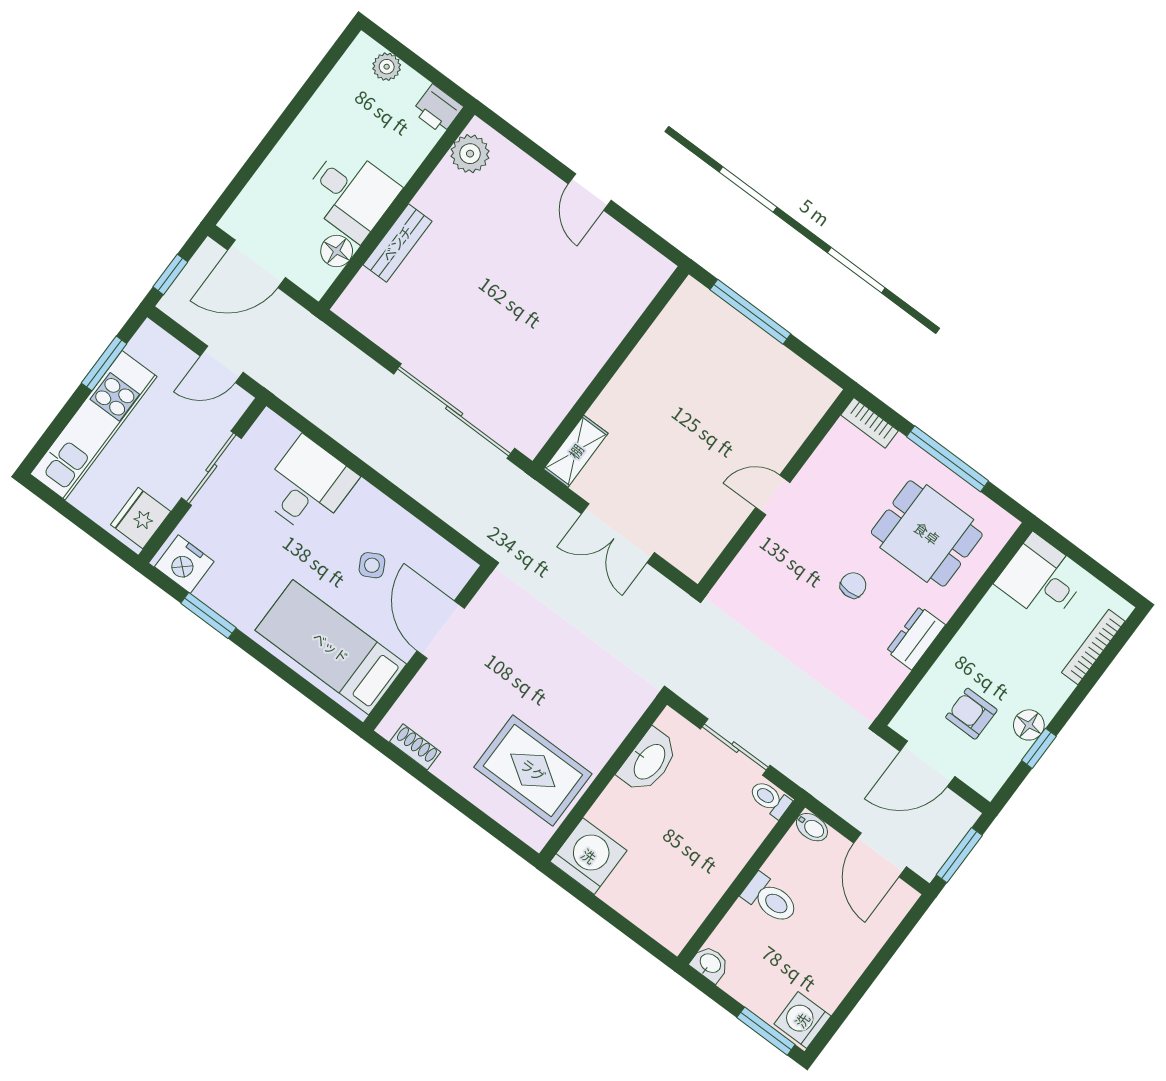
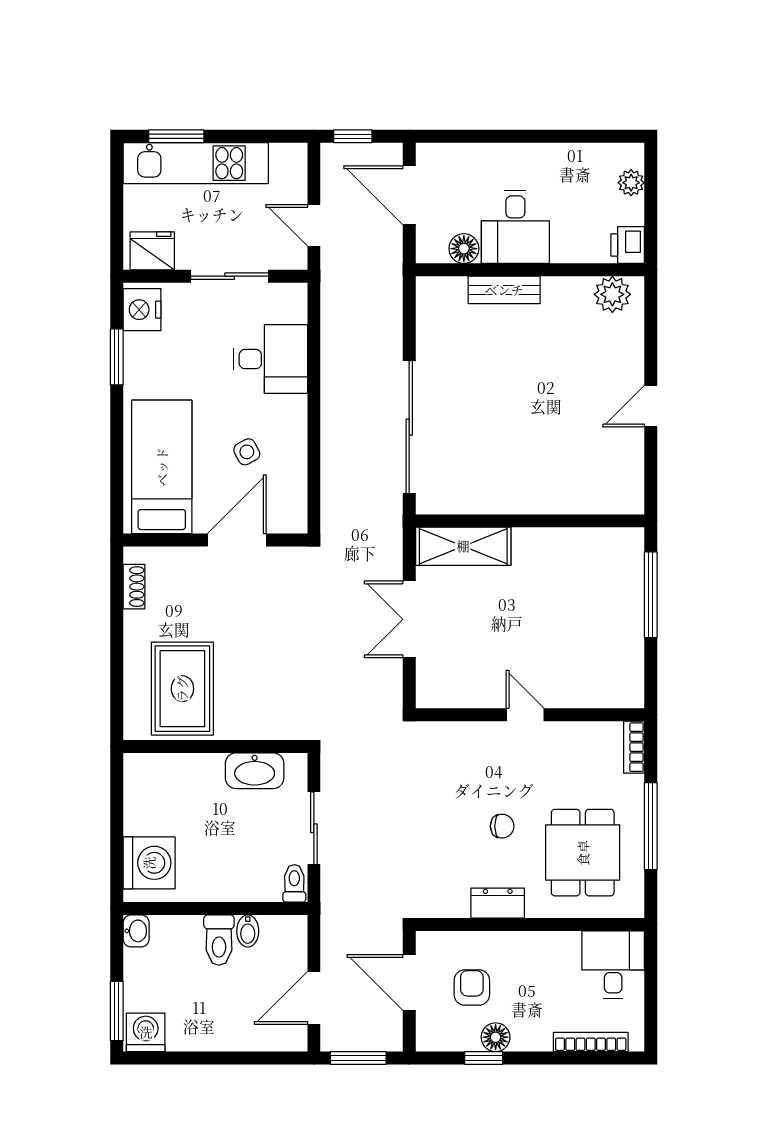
window: (104, 363) -> (176, 136), moved
shelving: (576, 451) -> (463, 546), width x1.50, depth x1.33
bidet: (812, 827) -> (248, 931), moved
washing machine: (589, 856) -> (149, 863), moved

